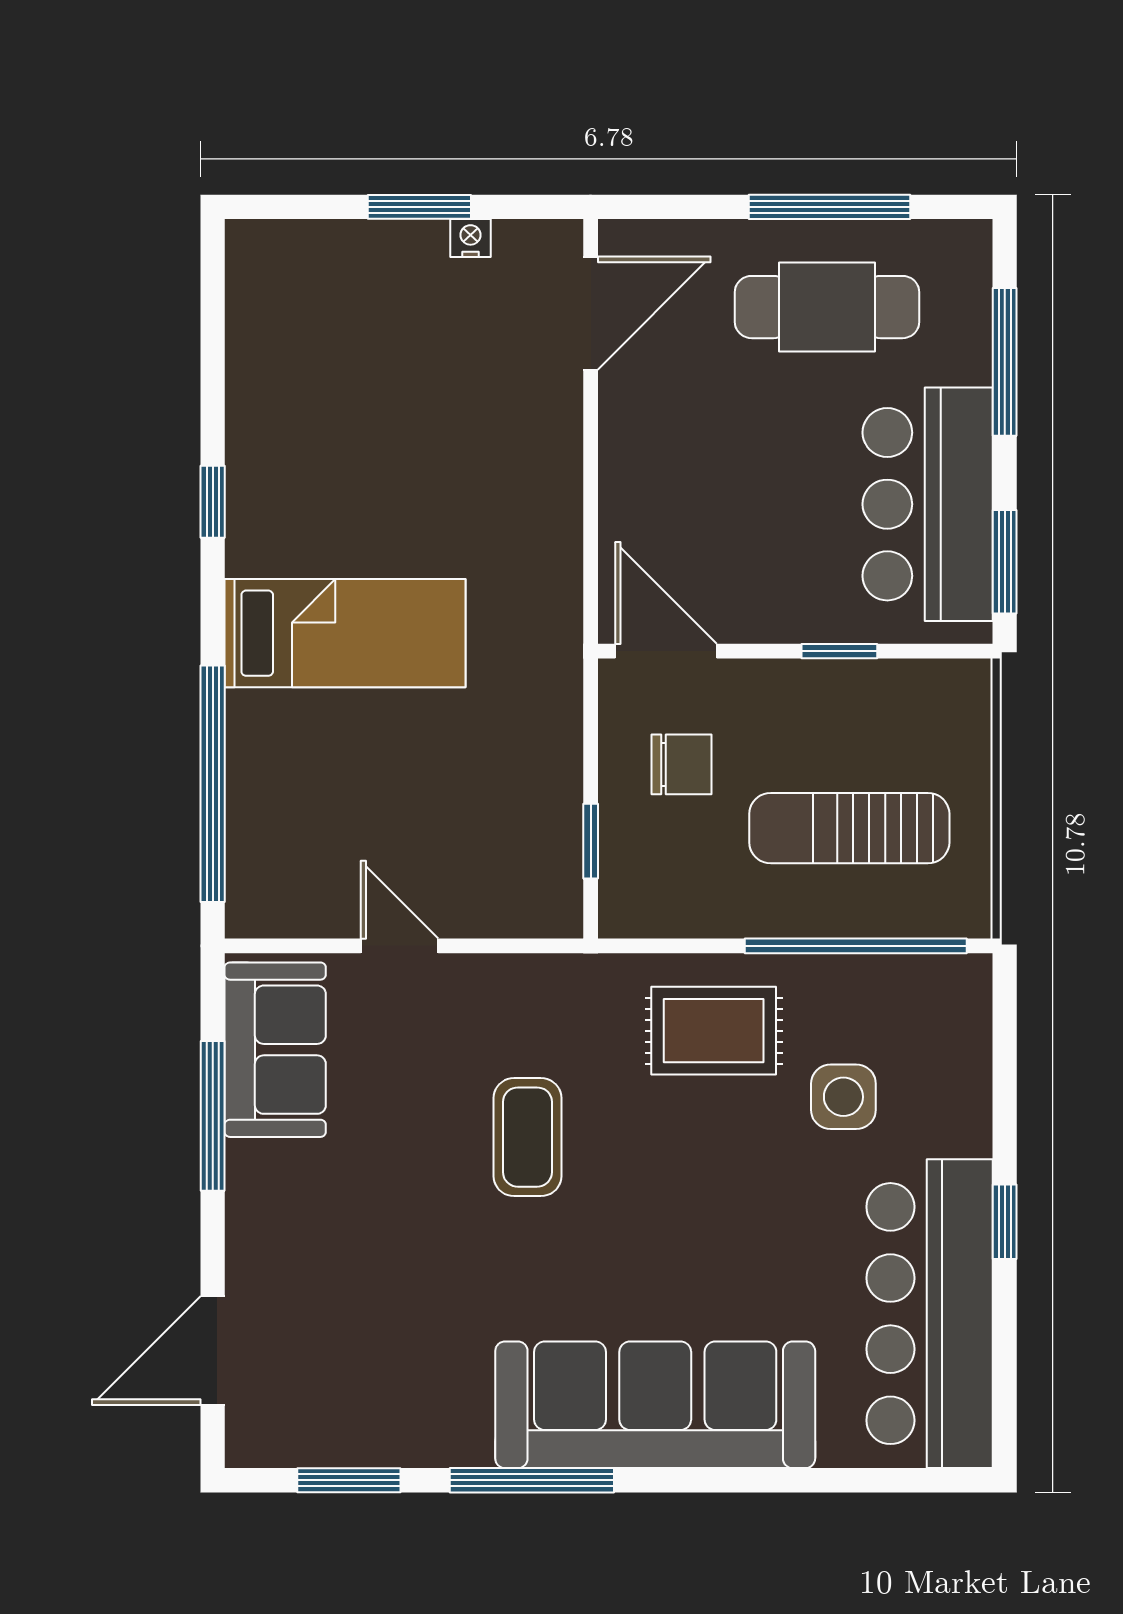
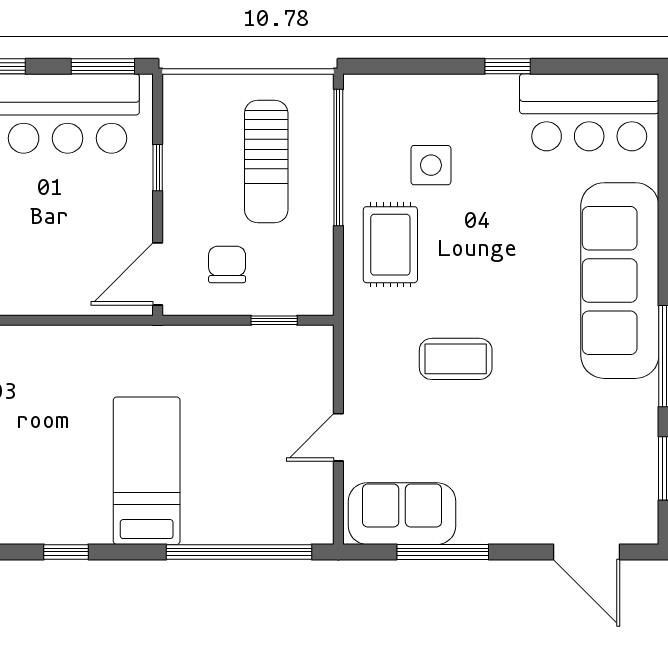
bar counter: (930, 1314) -> (589, 112), width x0.73

